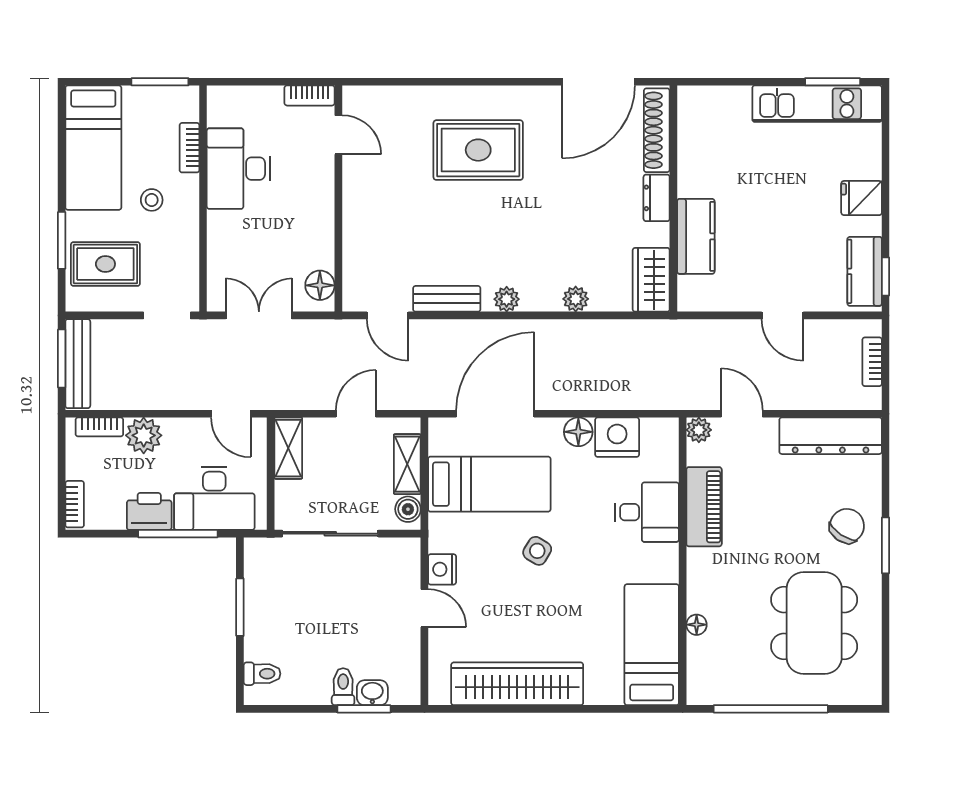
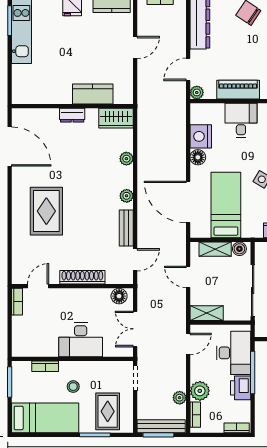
shoe rack: (657, 130) -> (82, 277), moved, turned 180
desk: (238, 169) -> (81, 340), moved
plant: (131, 398) -> (180, 398), added

